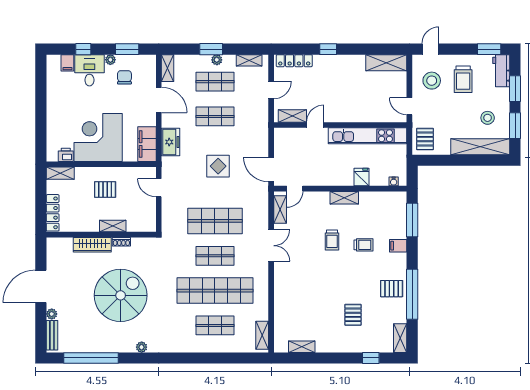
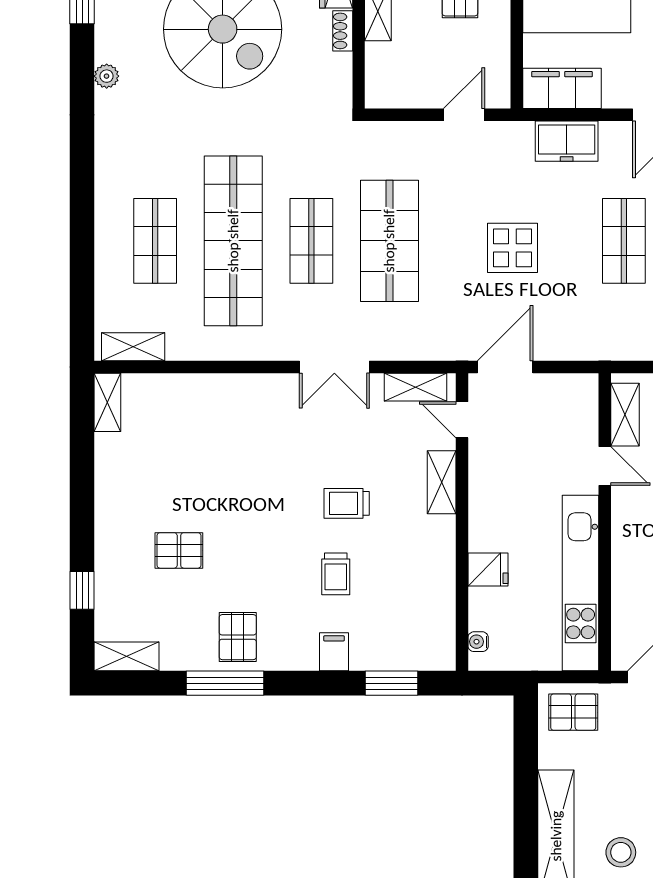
shelving: (344, 198) -> (442, 482), moved
window: (412, 220) -> (392, 683), width x0.69
window: (412, 294) -> (225, 683), width x0.68
shelving: (302, 347) -> (107, 402), moved

